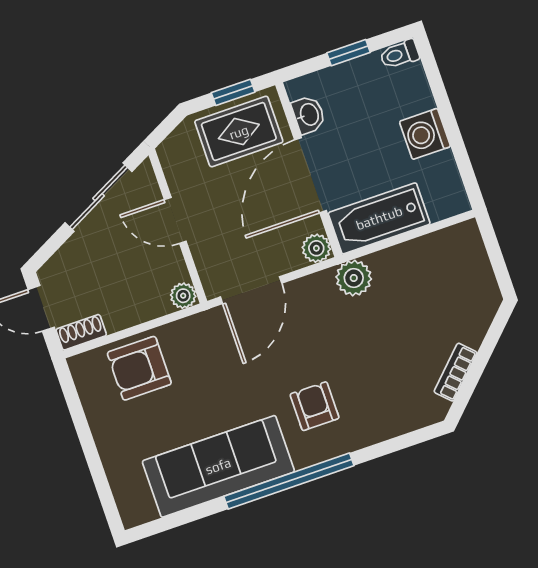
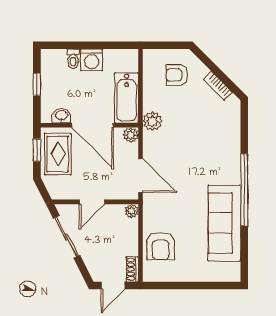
toilet: (399, 54) -> (73, 59), moved
armchair: (315, 406) -> (177, 75), moved

